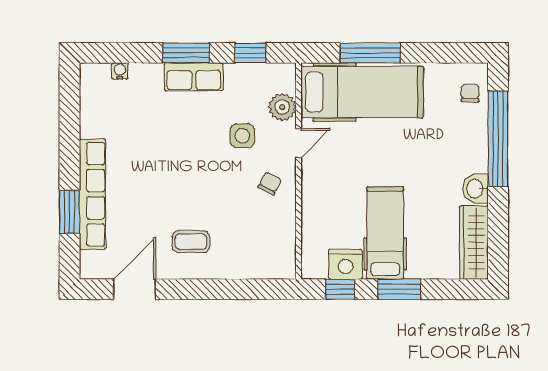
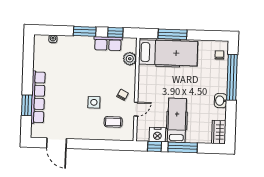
row of seats: (194, 77) -> (108, 44), moved
side table: (242, 136) -> (94, 102), moved
door: (299, 143) -> (136, 109), moved
coffee table: (191, 242) -> (113, 122), moved
wardrobe: (474, 242) -> (219, 132), width x0.67
door: (135, 289) -> (57, 143), swing flipped
window: (399, 289) -> (183, 147), width x1.44

